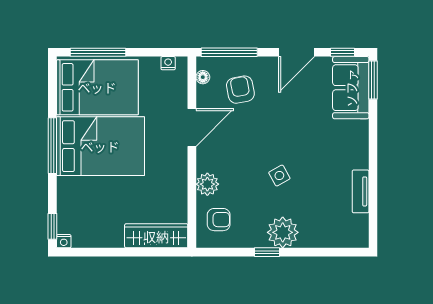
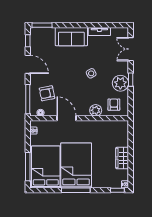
sofa: (351, 88) -> (71, 37), moved
plant: (283, 232) -> (120, 83), moved
wardrobe: (156, 236) -> (122, 158), moved, width x0.67
double door: (326, 252) -> (131, 49), added

